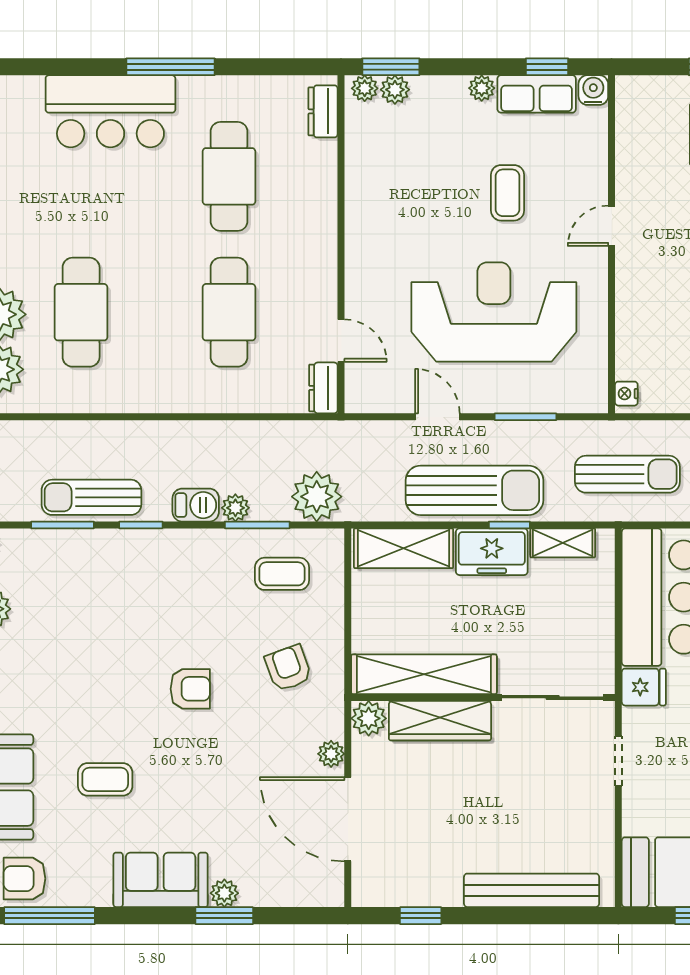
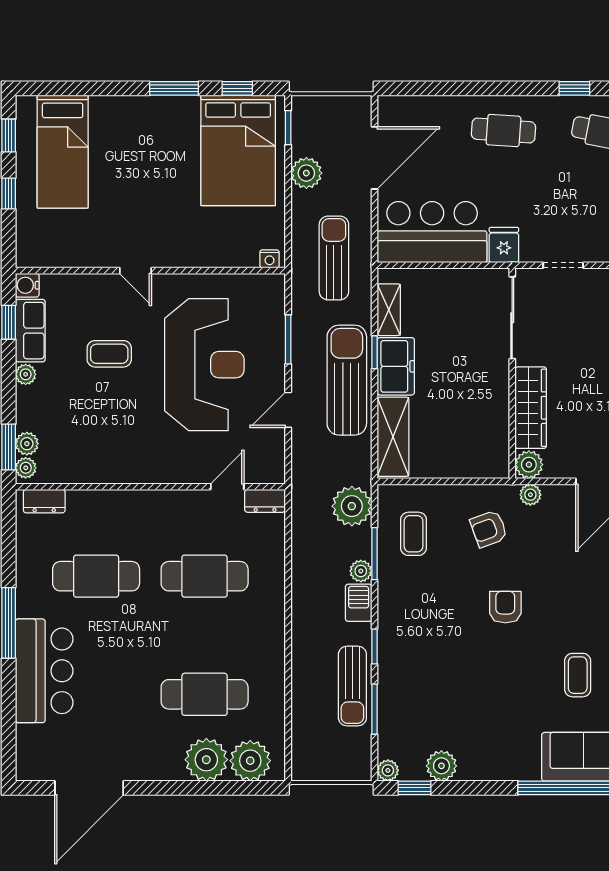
reception desk: (494, 312) -> (204, 365), turned 180
shelving: (424, 674) -> (494, 420), removed
plant: (331, 754) -> (530, 495), moved

